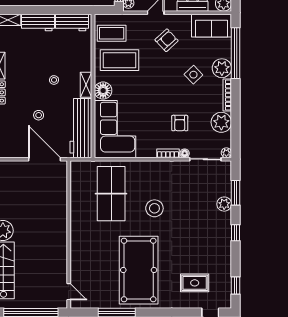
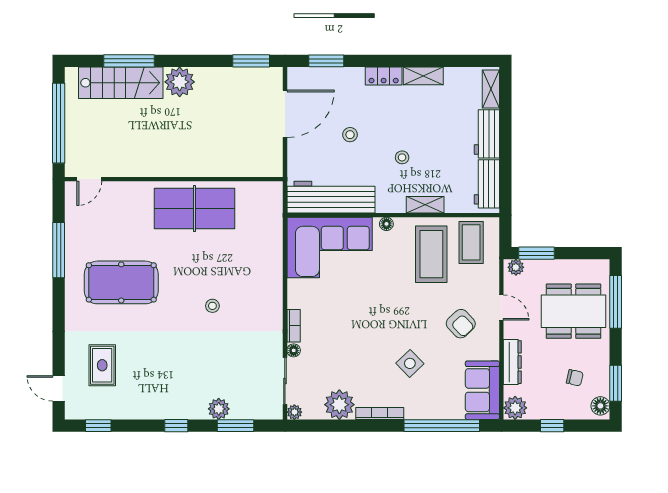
plant: (222, 68) -> (419, 405), removed
shelving: (86, 85) -> (425, 205), moved
floor lamp: (103, 91) -> (386, 224), width x0.53, depth x0.53
armchair: (180, 123) -> (338, 343), removed
door: (44, 159) -> (285, 114), moved
table tennis table: (111, 194) -> (194, 209), moved
stool: (154, 208) -> (212, 306), width x0.53, depth x0.53
pool table: (139, 270) -> (121, 282), width x0.73, depth x0.76

